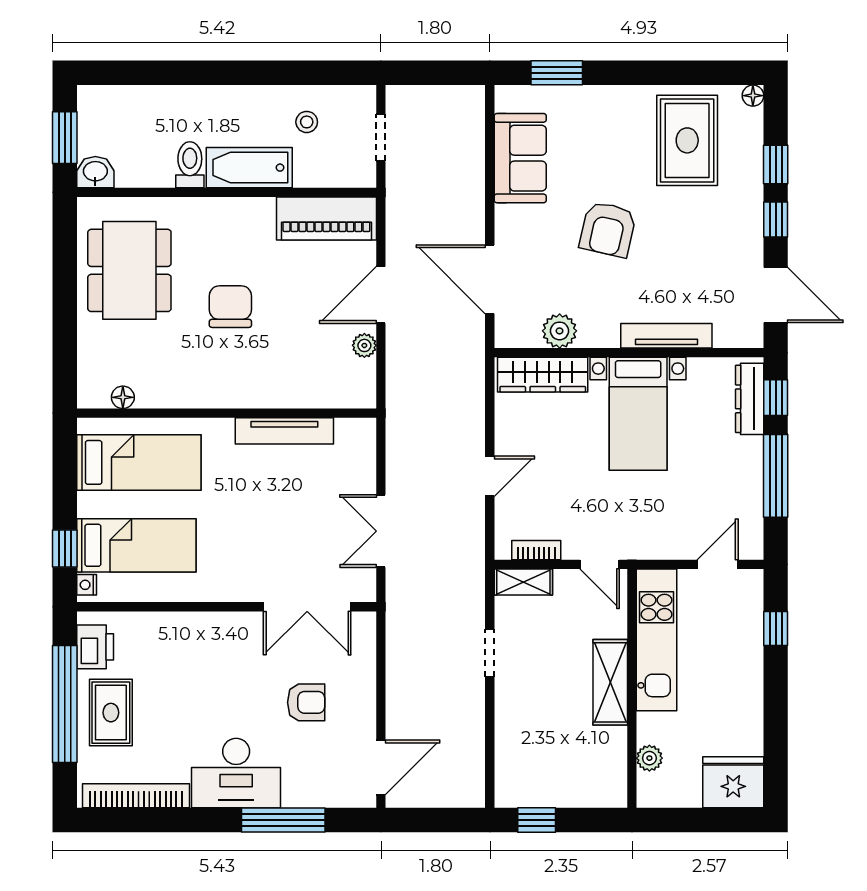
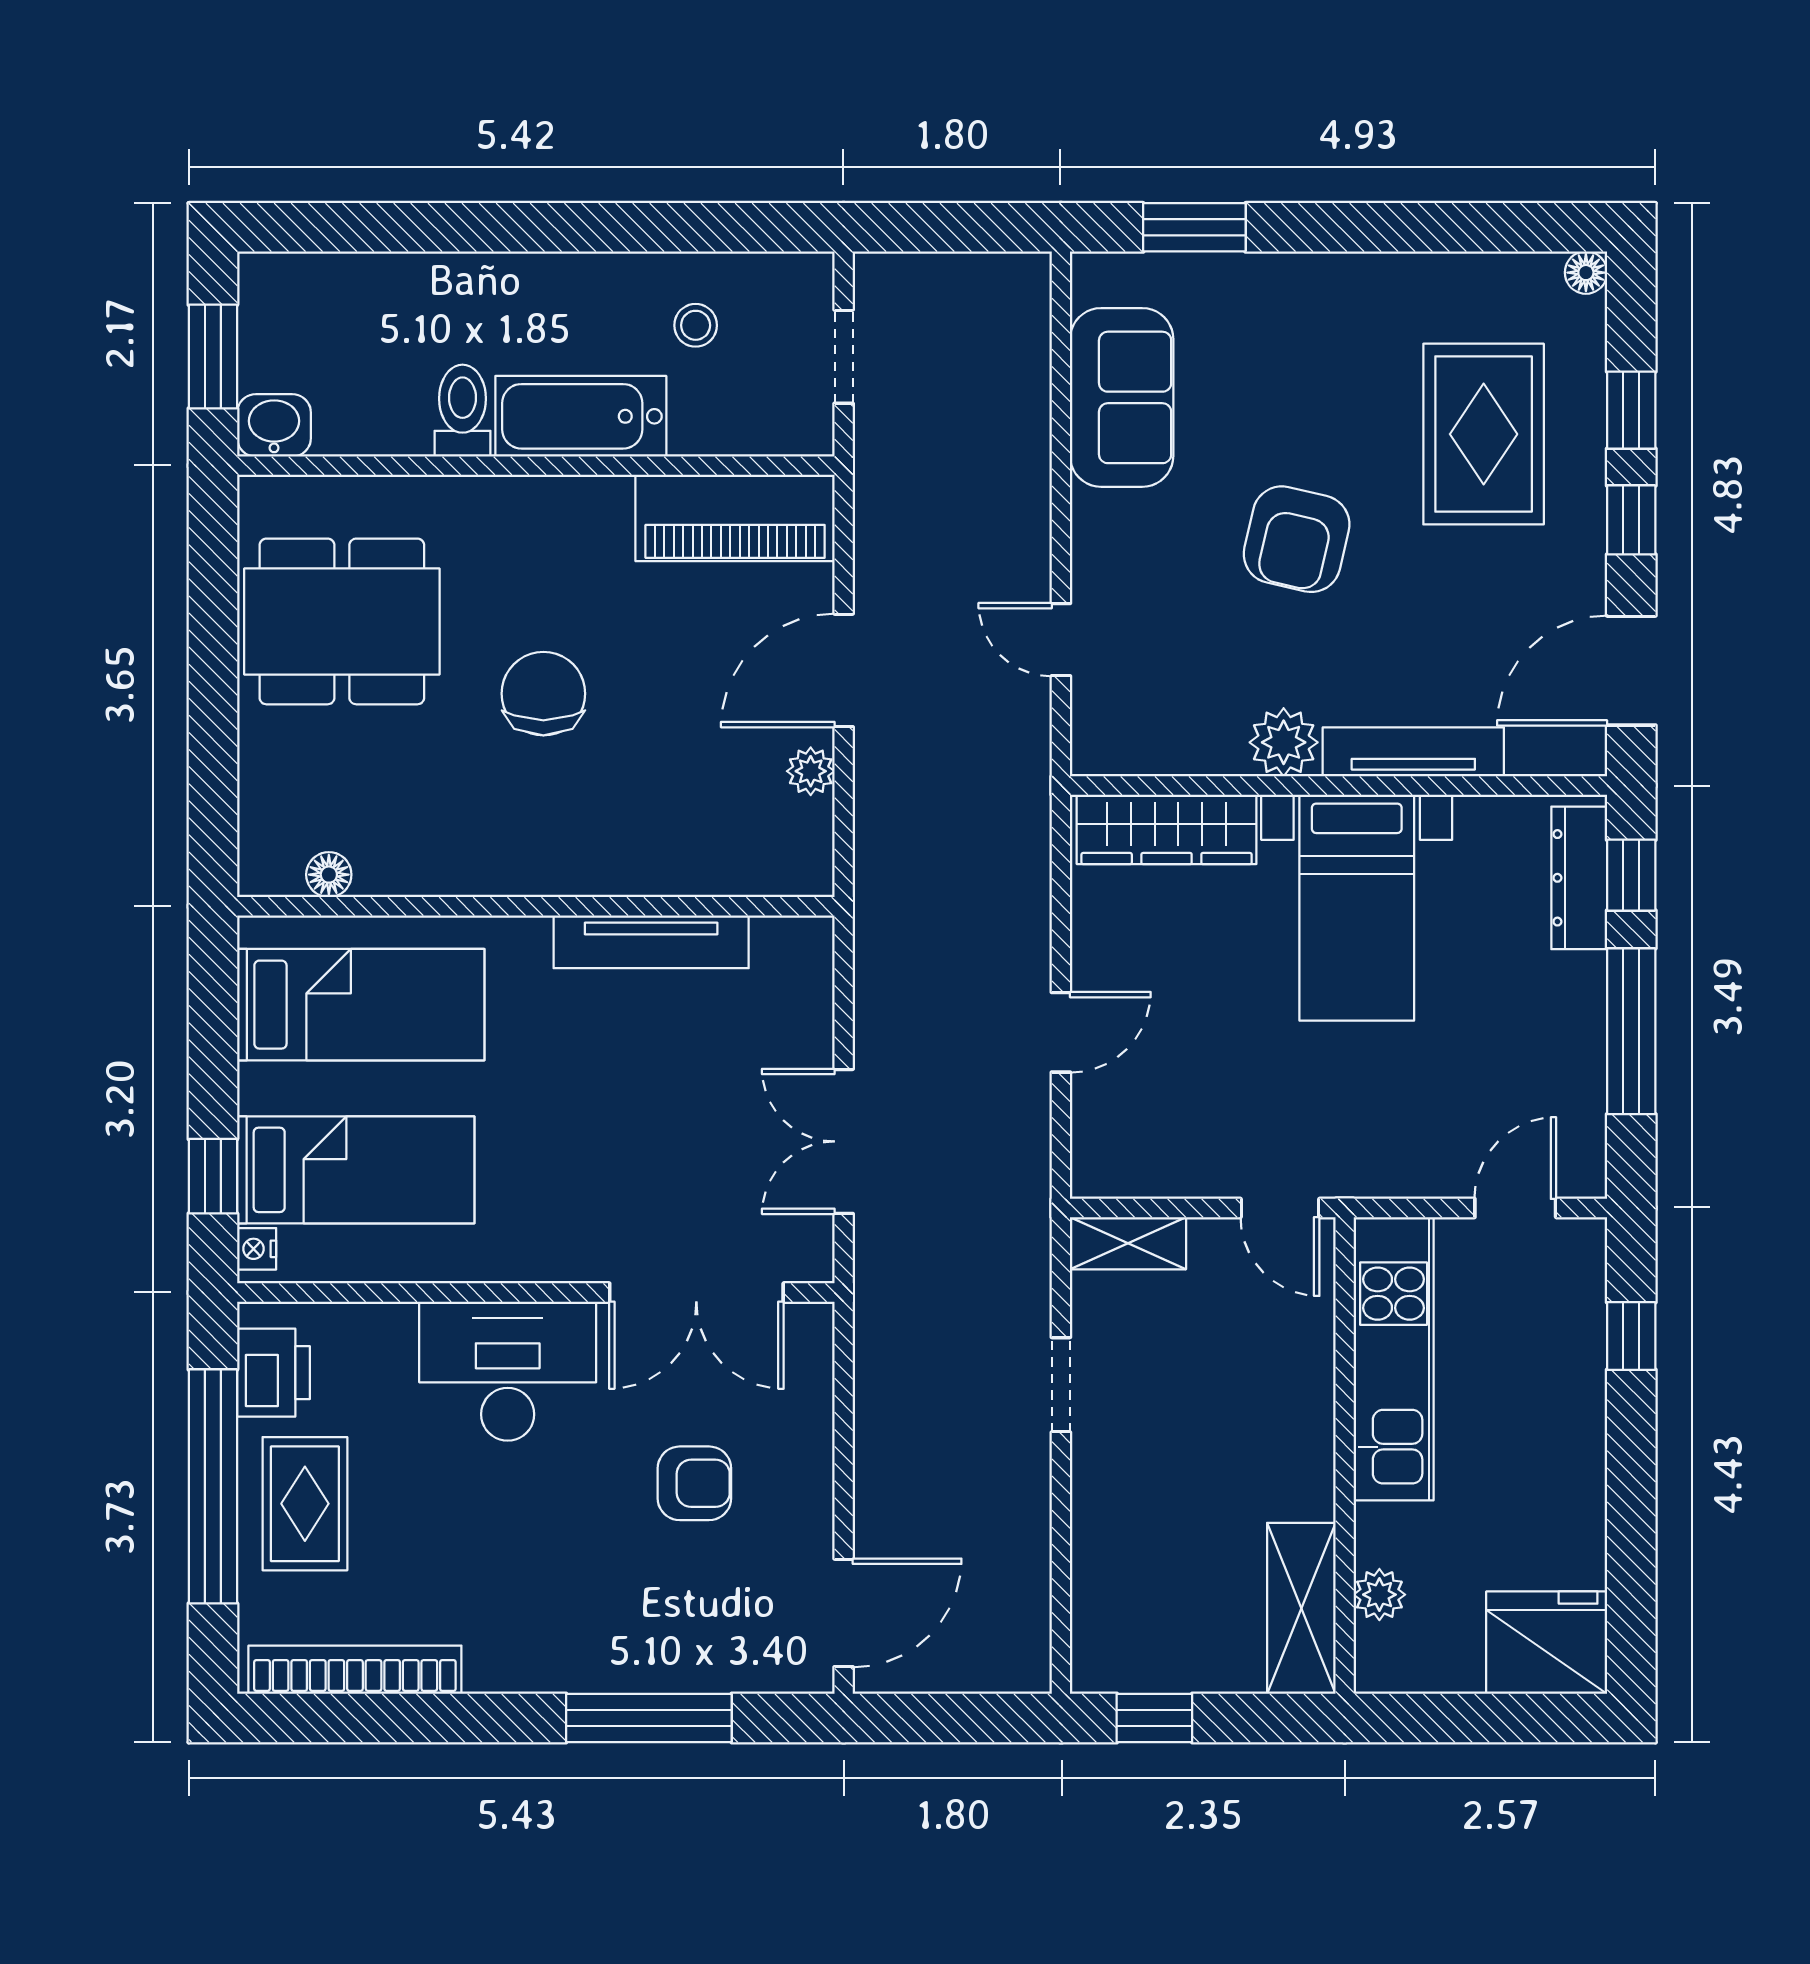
rug: (687, 140) -> (1484, 434), moved
dining table: (129, 270) -> (342, 621), turned 90
door: (490, 279) -> (1061, 640), width x0.53
door: (776, 295) -> (1631, 671), swing flipped
plant: (560, 331) -> (1284, 742), moved
bookcase: (536, 550) -> (1154, 1179), removed
shelving: (610, 682) -> (1301, 1608), moved
desk: (236, 773) -> (508, 1371), moved, turned 180

